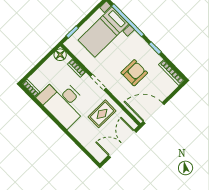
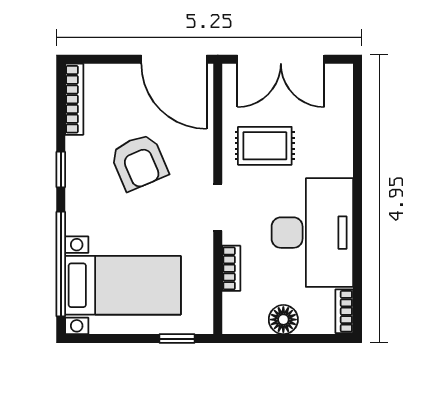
floor lamp: (60, 55) -> (283, 320), moved
armchair: (134, 73) -> (139, 162), turned -113

